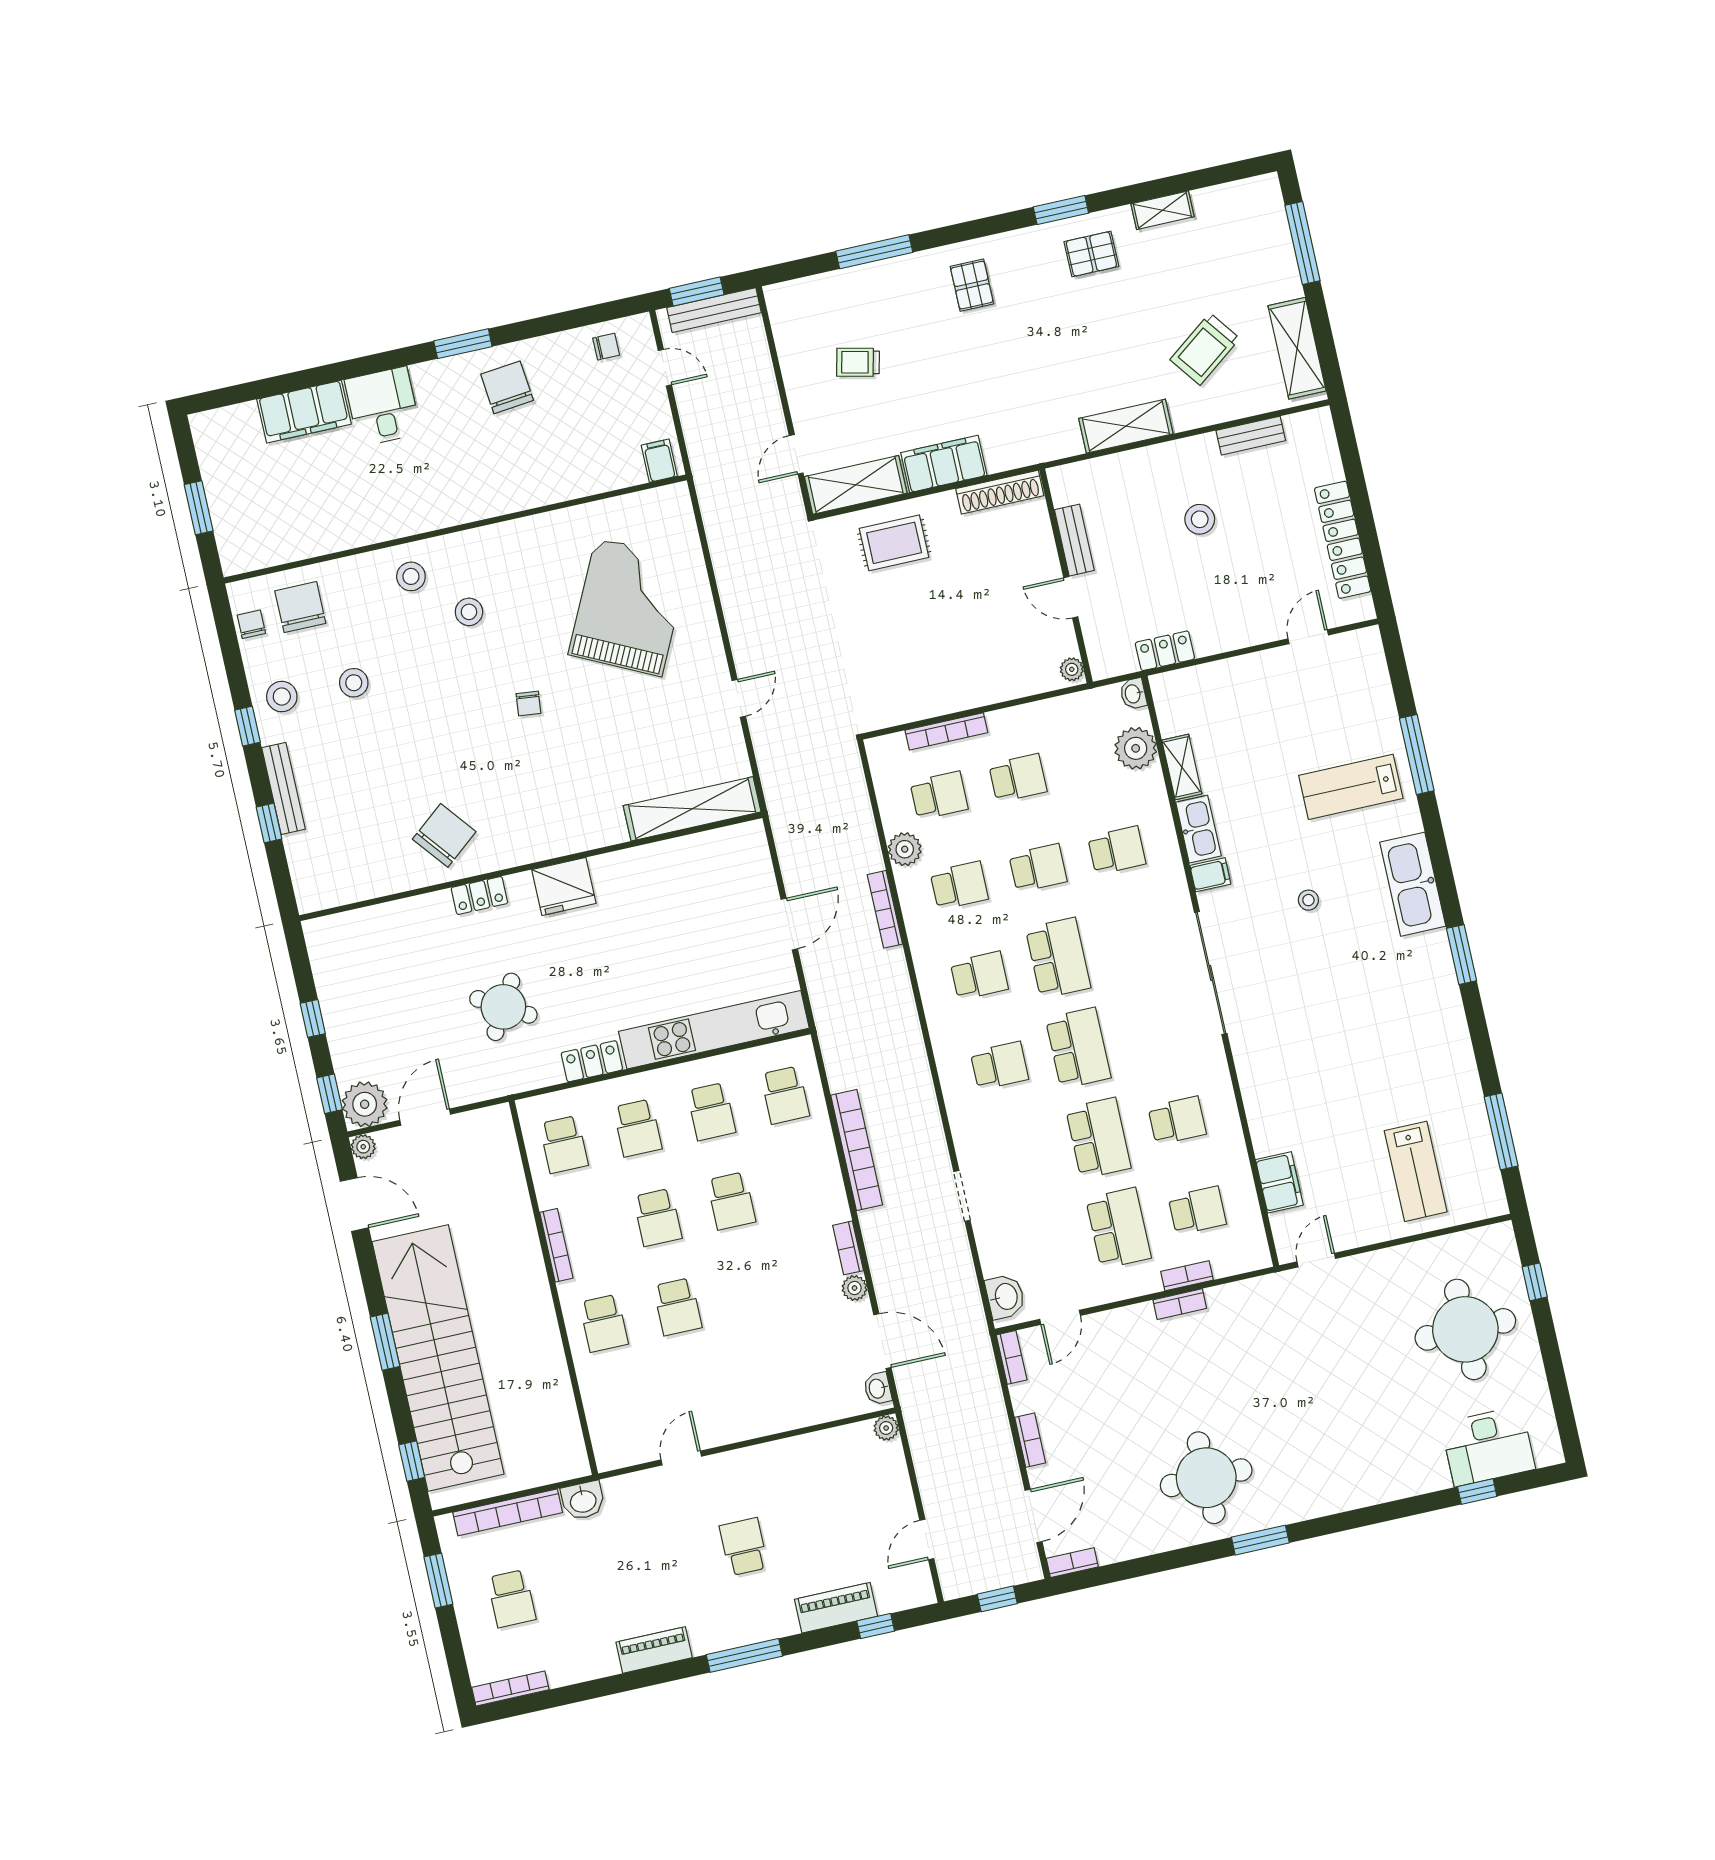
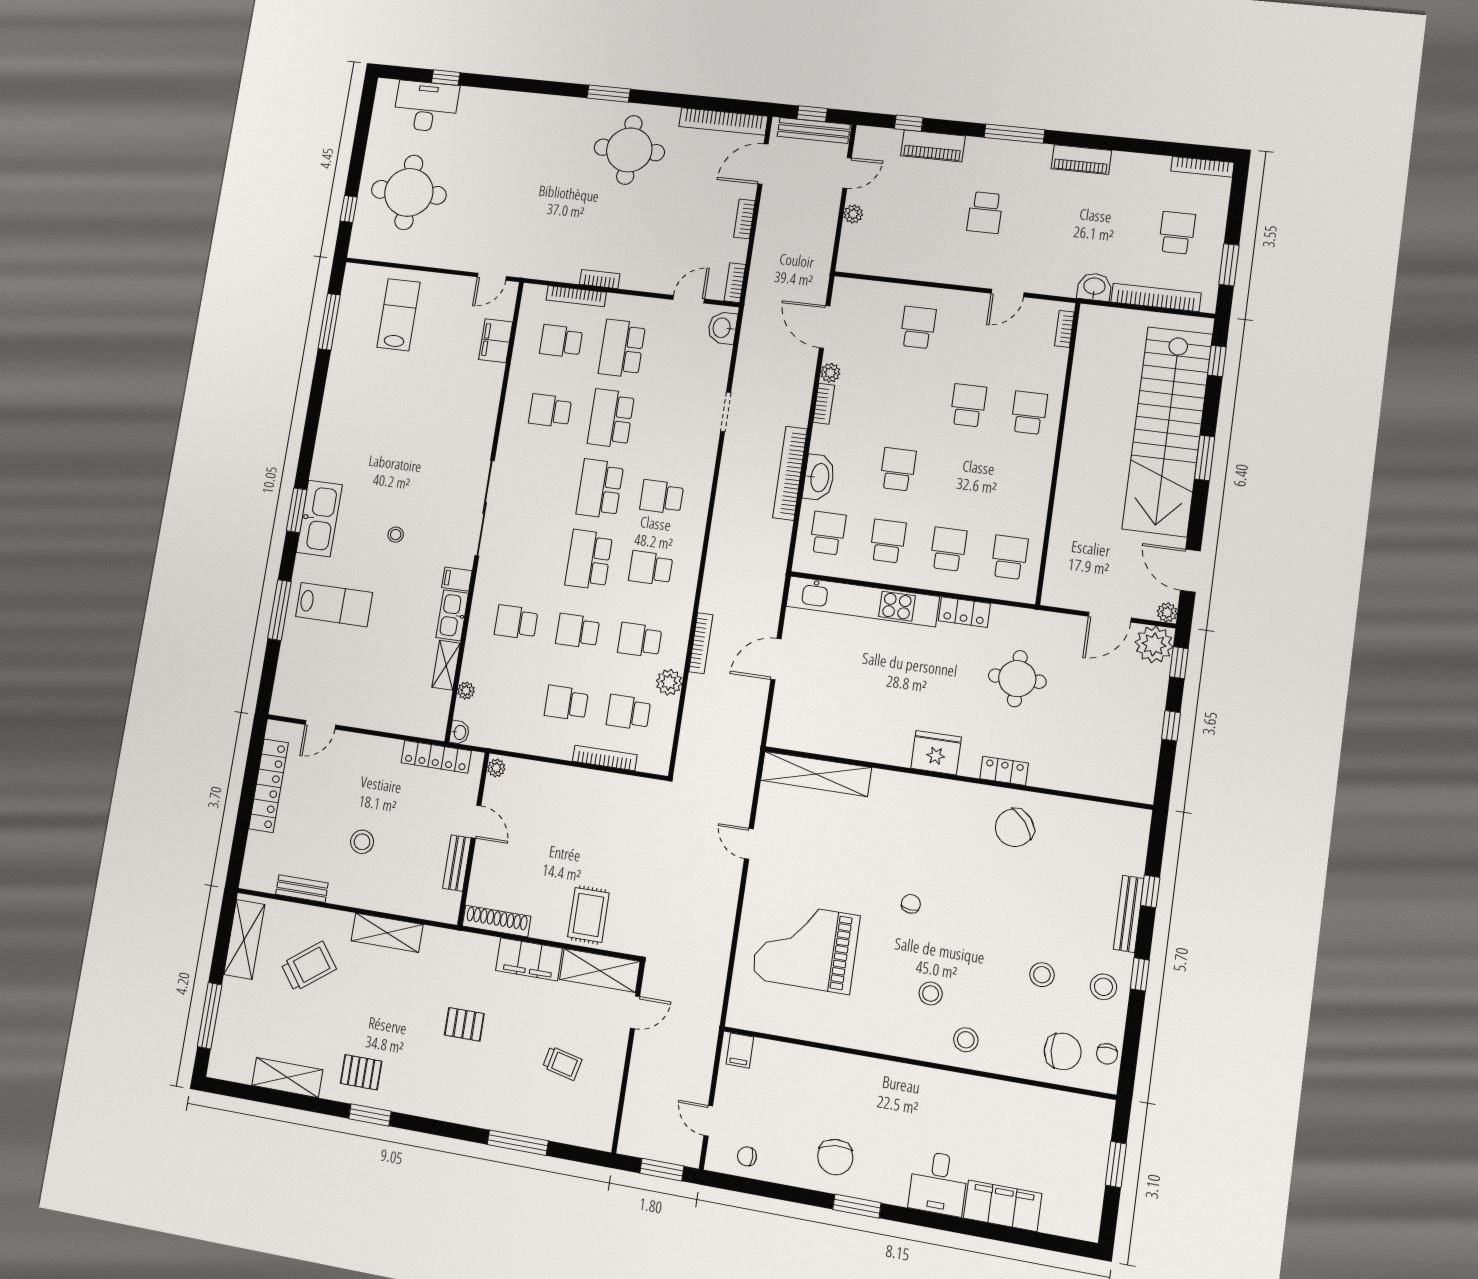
shelving: (1162, 210) -> (287, 1077), width x1.50, depth x1.33
pallet: (972, 285) -> (464, 1024), moved, turned 90
bench: (714, 310) -> (814, 130), moved
rug: (894, 543) -> (588, 915), turned 90
chair: (300, 607) -> (1063, 1051), turned -94
grand piano: (629, 607) -> (806, 947), turned 64
locker: (1165, 651) -> (436, 757), width x1.53
door: (739, 698) -> (749, 844), hinge flipped
plant: (1136, 748) -> (466, 691), width x0.53, depth x0.53
window: (1462, 955) -> (297, 510), moved
round table: (503, 1007) -> (1017, 679), turned -30
school desk: (658, 1217) -> (918, 327), moved
bookcase: (556, 1245) -> (1064, 329), moved, width x0.64
bookcase: (1187, 1276) -> (576, 296), width x1.56
washbasin: (878, 1389) -> (819, 478), moved, width x1.91, depth x1.45
plant: (886, 1428) -> (853, 214), moved
bookcase: (1072, 1563) -> (723, 121), width x2.31, depth x1.31

